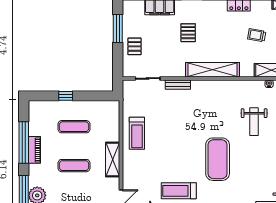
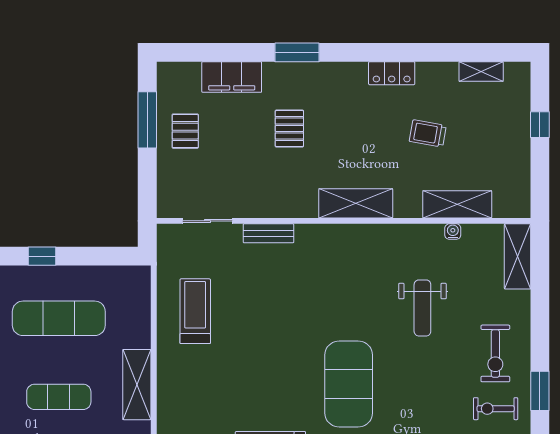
pallet: (135, 46) -> (185, 131), moved
shelving: (212, 70) -> (356, 203), width x0.68
exercise mat: (74, 127) -> (59, 318), width x1.36, depth x1.45
treadmill: (137, 133) -> (195, 311), moved, turned 180

